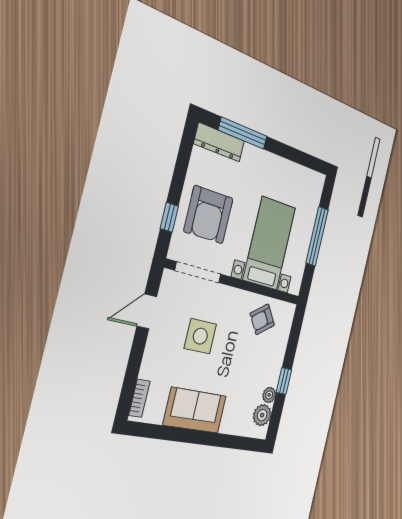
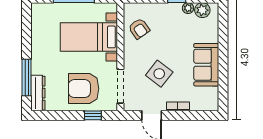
armchair: (209, 215) -> (84, 89), turned 180
side table: (200, 336) -> (159, 74), turned 38
bookcase: (139, 398) -> (178, 106), moved

